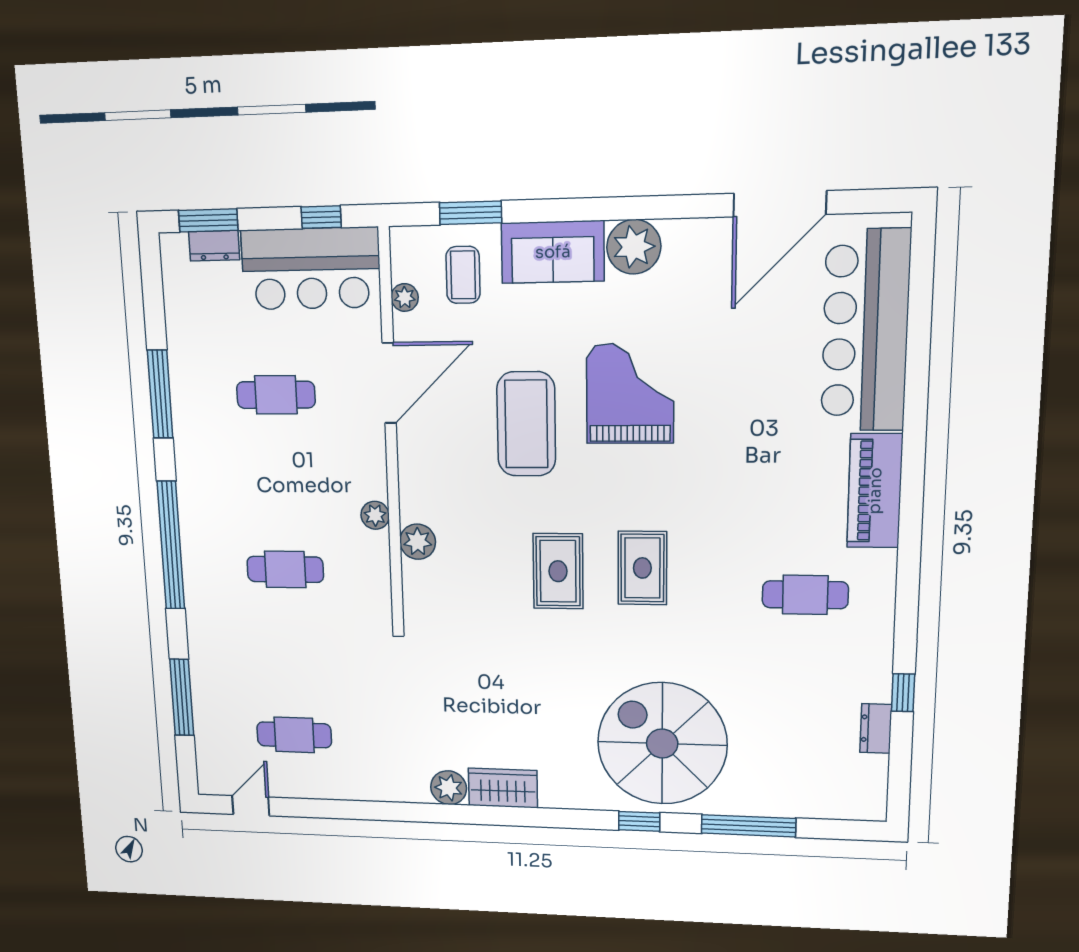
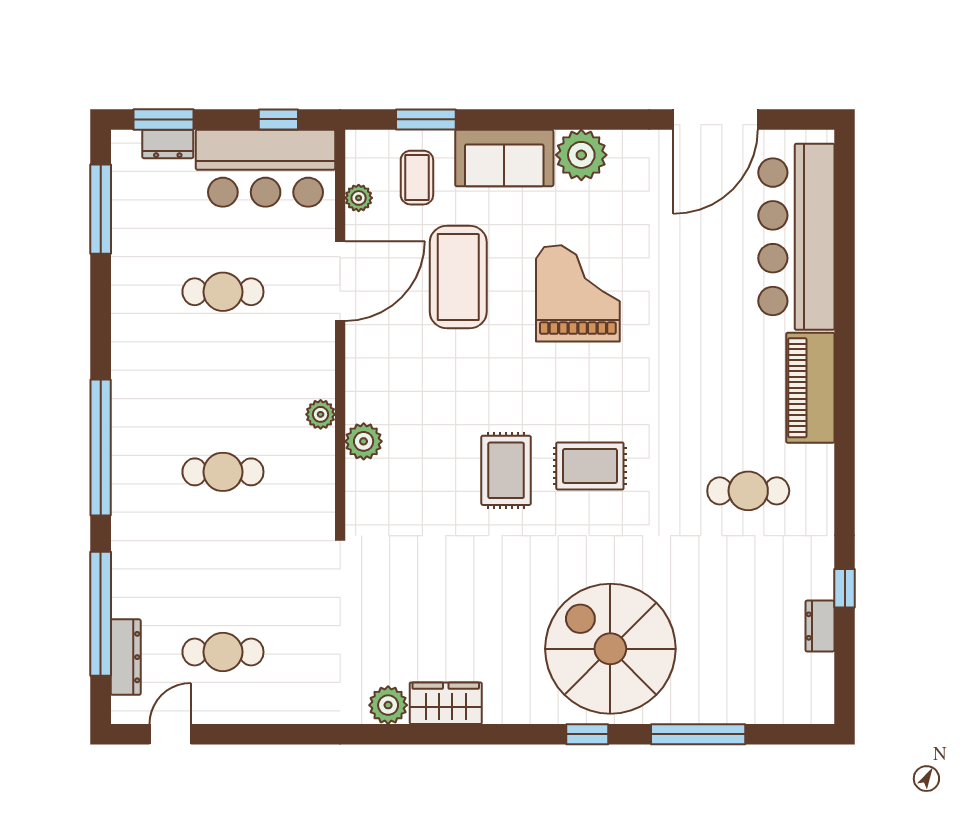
window: (160, 394) -> (101, 209), moved
coffee table: (526, 424) -> (458, 277), moved
rug: (642, 568) -> (590, 466), turned 90
window: (182, 697) -> (101, 614), width x1.46
dresser: (207, 737) -> (126, 657), added

